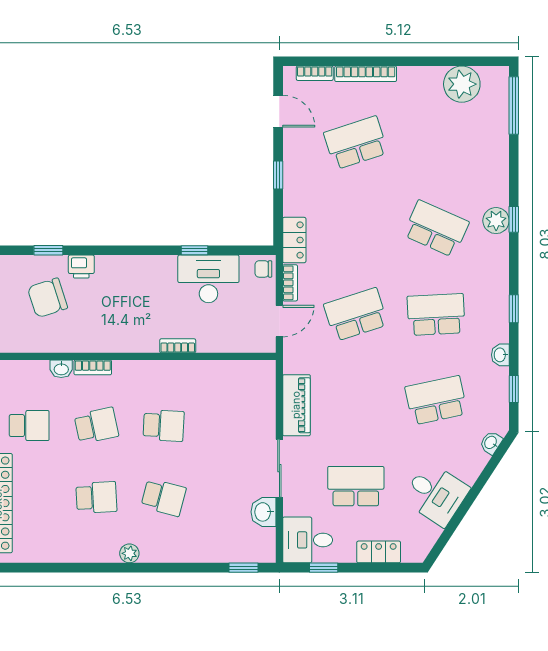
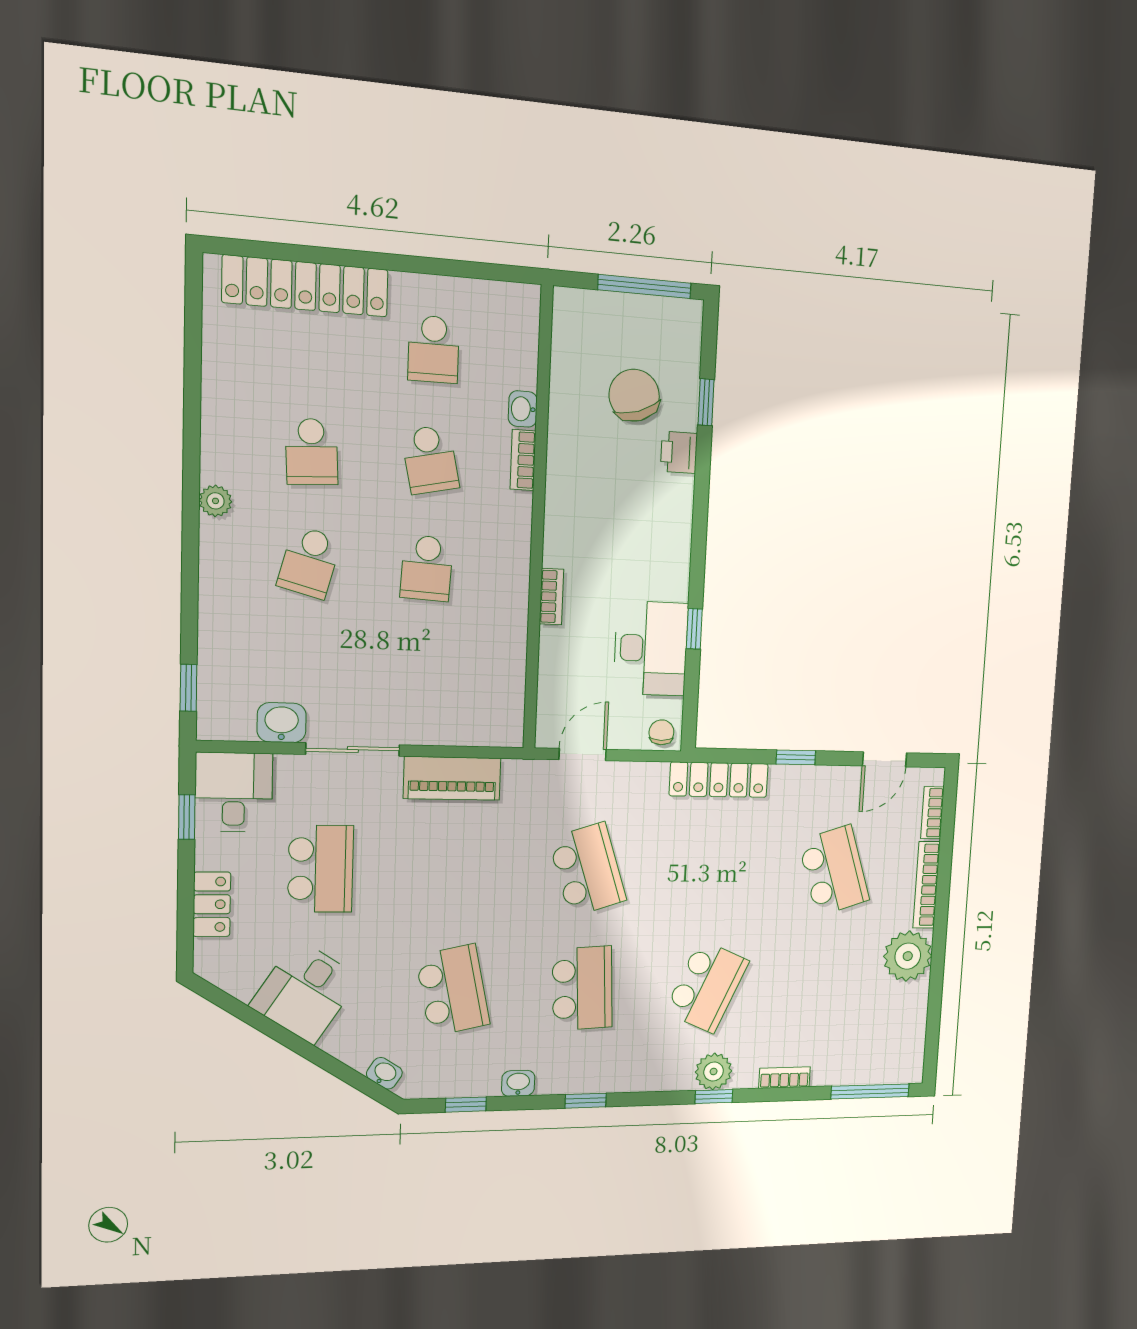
plant: (462, 84) -> (908, 956), moved
locker: (294, 240) -> (719, 780), width x1.53
bookcase: (290, 283) -> (784, 1078), moved, turned 180
door: (279, 321) -> (583, 754), swing flipped

